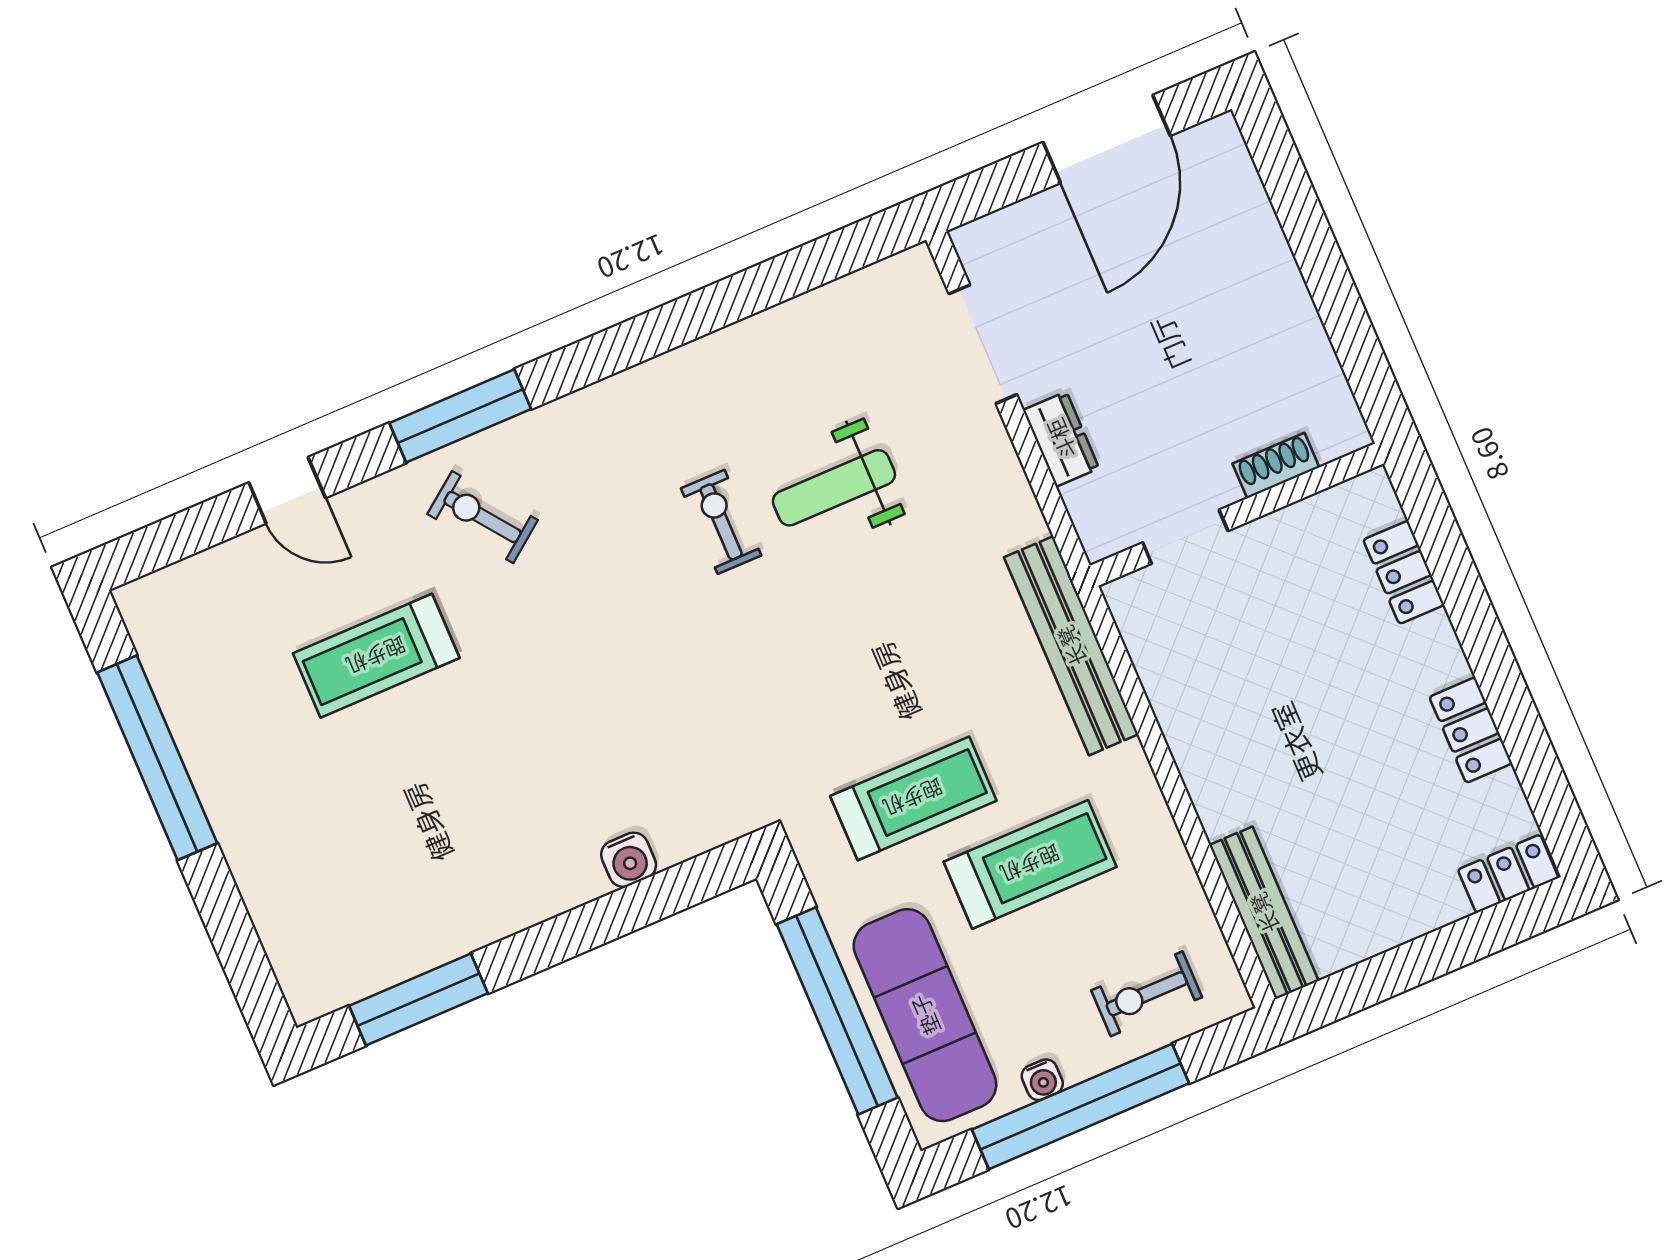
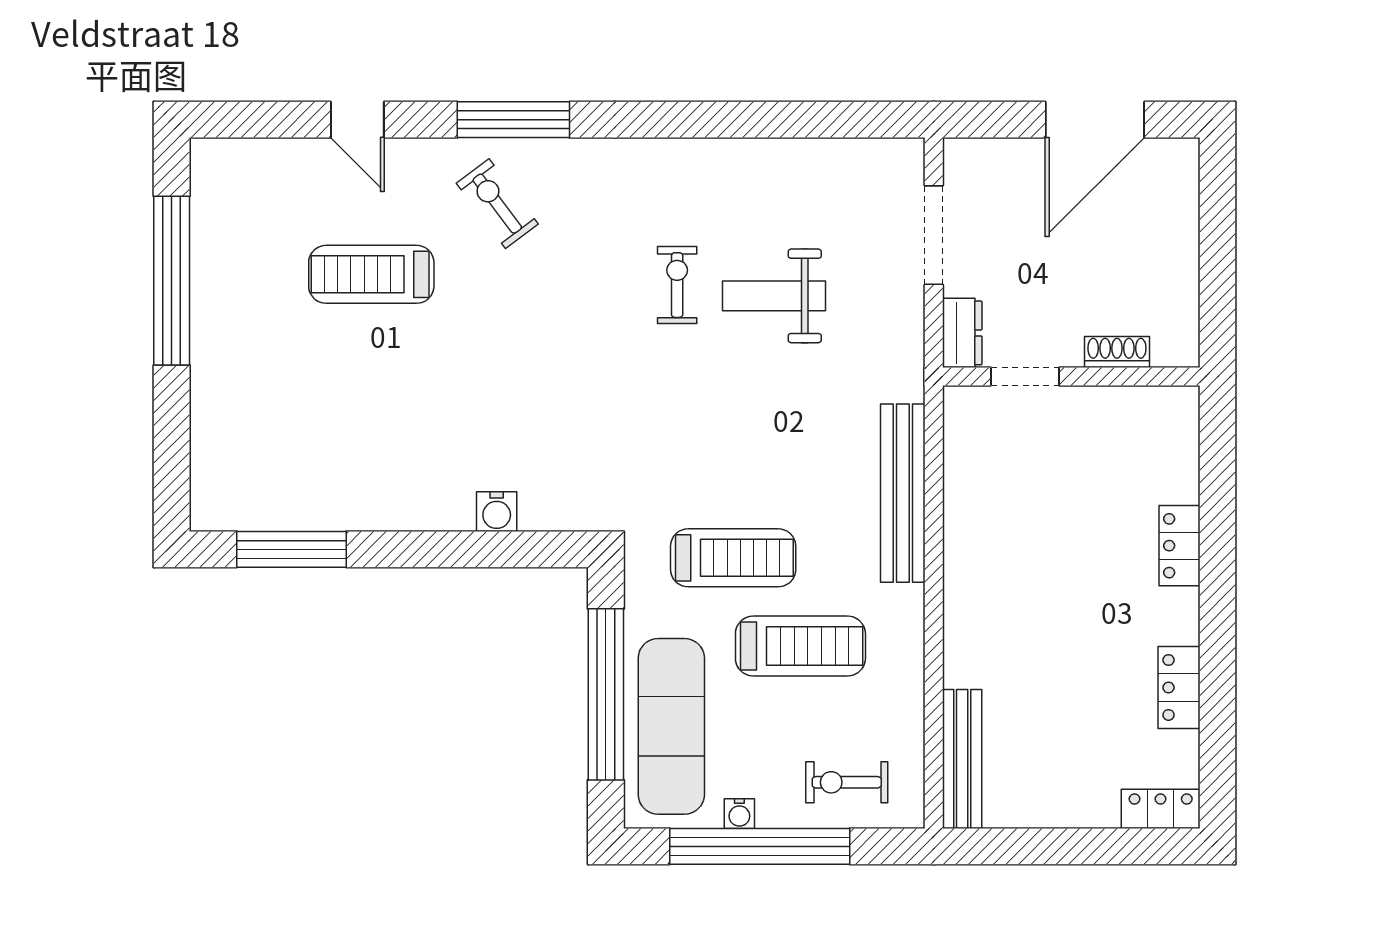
shoe rack: (1276, 466) -> (1117, 352), moved
wall: (1237, 515) -> (1071, 377), moved
doorway: (1185, 537) -> (1025, 377), moved

